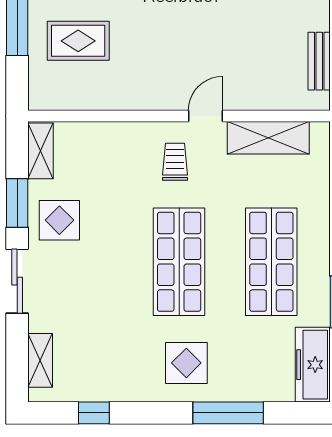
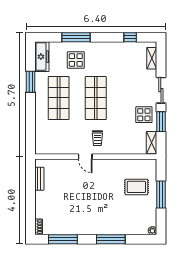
door: (205, 116) -> (85, 157), hinge flipped
shelving: (268, 138) -> (60, 148), removed
display table: (186, 363) -> (76, 60), moved

